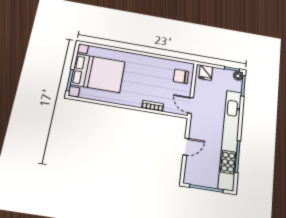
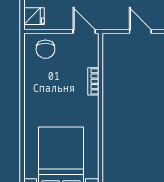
door: (191, 105) -> (84, 31), swing flipped

